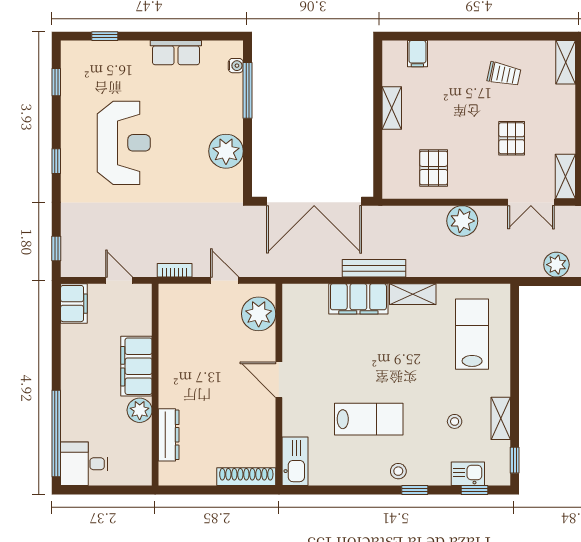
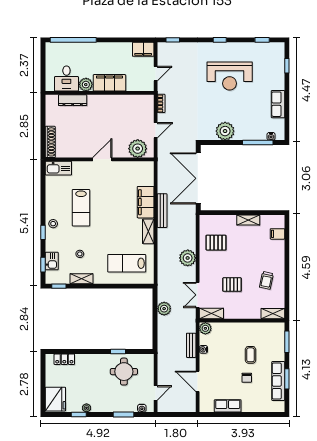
lab bench: (472, 334) -> (127, 263), turned 180
desk: (84, 464) -> (66, 78), moved, turned 180

